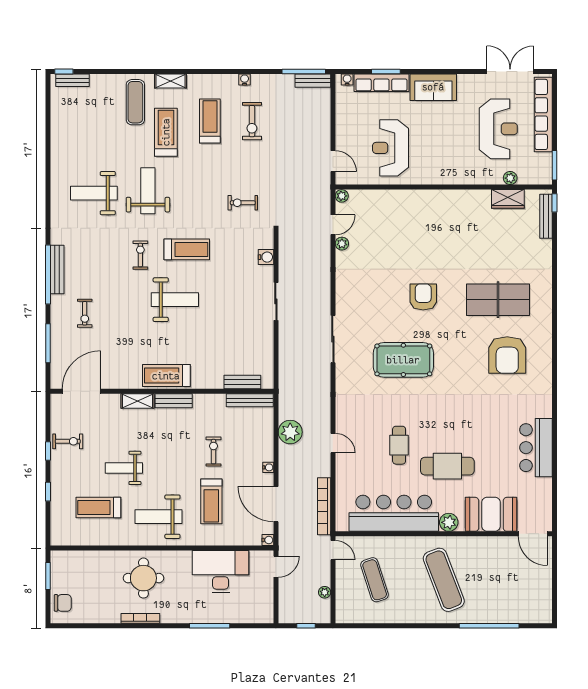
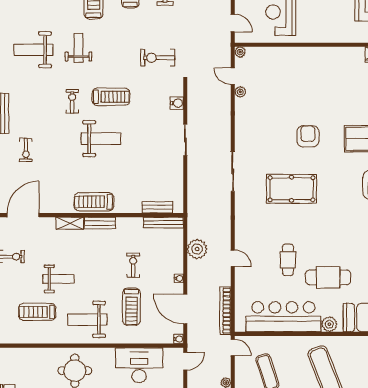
weight bench: (148, 191) -> (79, 48), width x0.73, depth x0.75
exercise bike: (243, 203) -> (158, 58), width x1.38, depth x1.39
door: (333, 225) -> (233, 76), swing flipped
weight bench: (124, 468) -> (58, 279), turned 180

